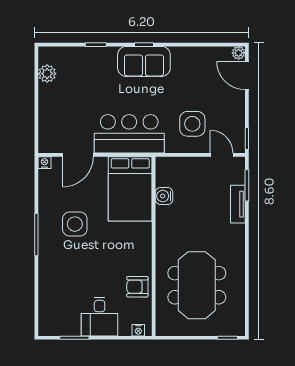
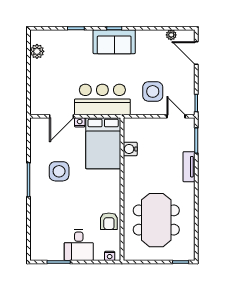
plant: (239, 53) -> (171, 35), moved
nightstand: (44, 163) -> (80, 122), moved
tv unit: (238, 204) -> (189, 167), moved
armchair: (137, 287) -> (109, 221), turned -90

